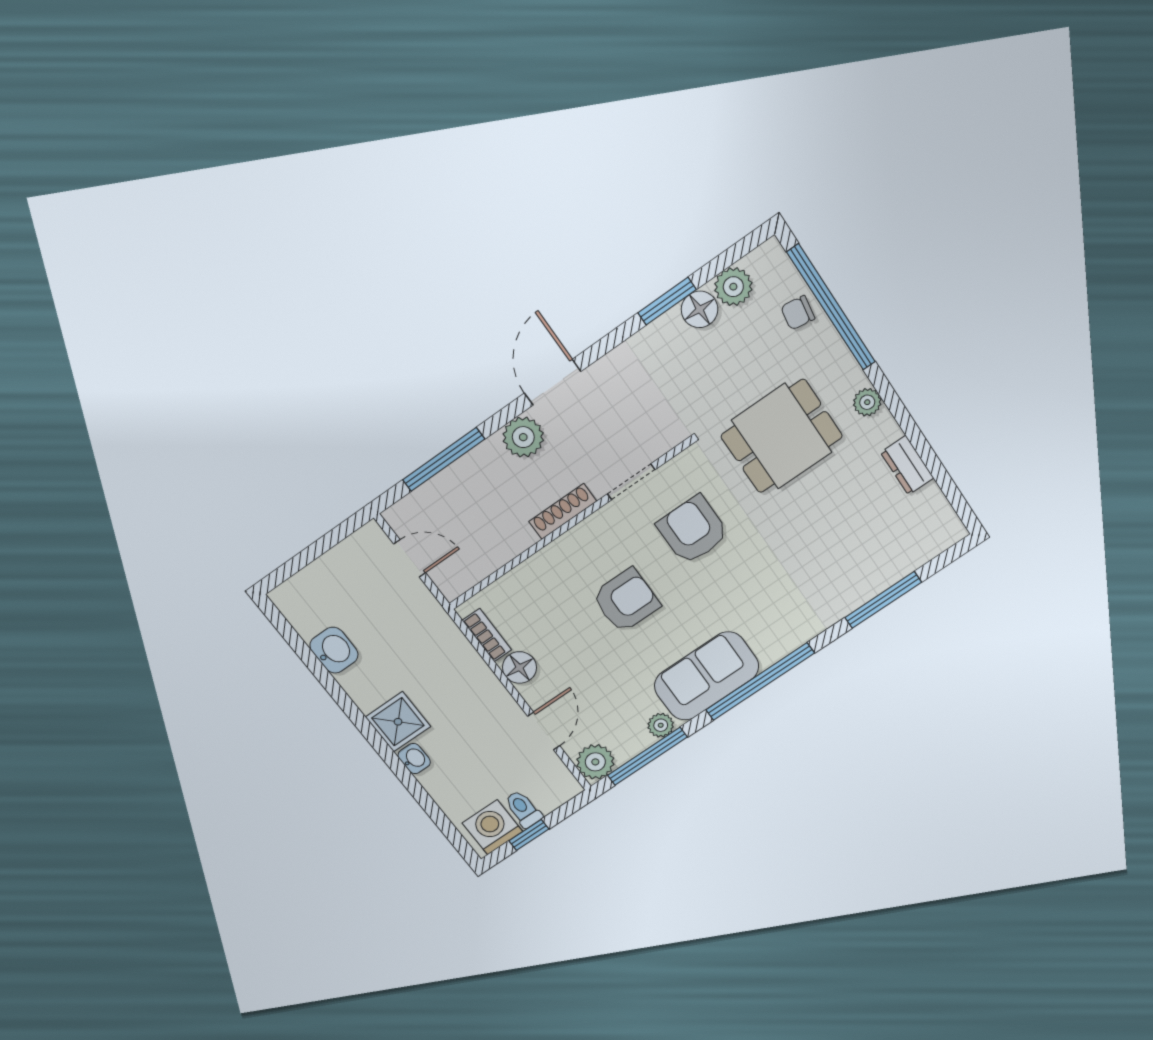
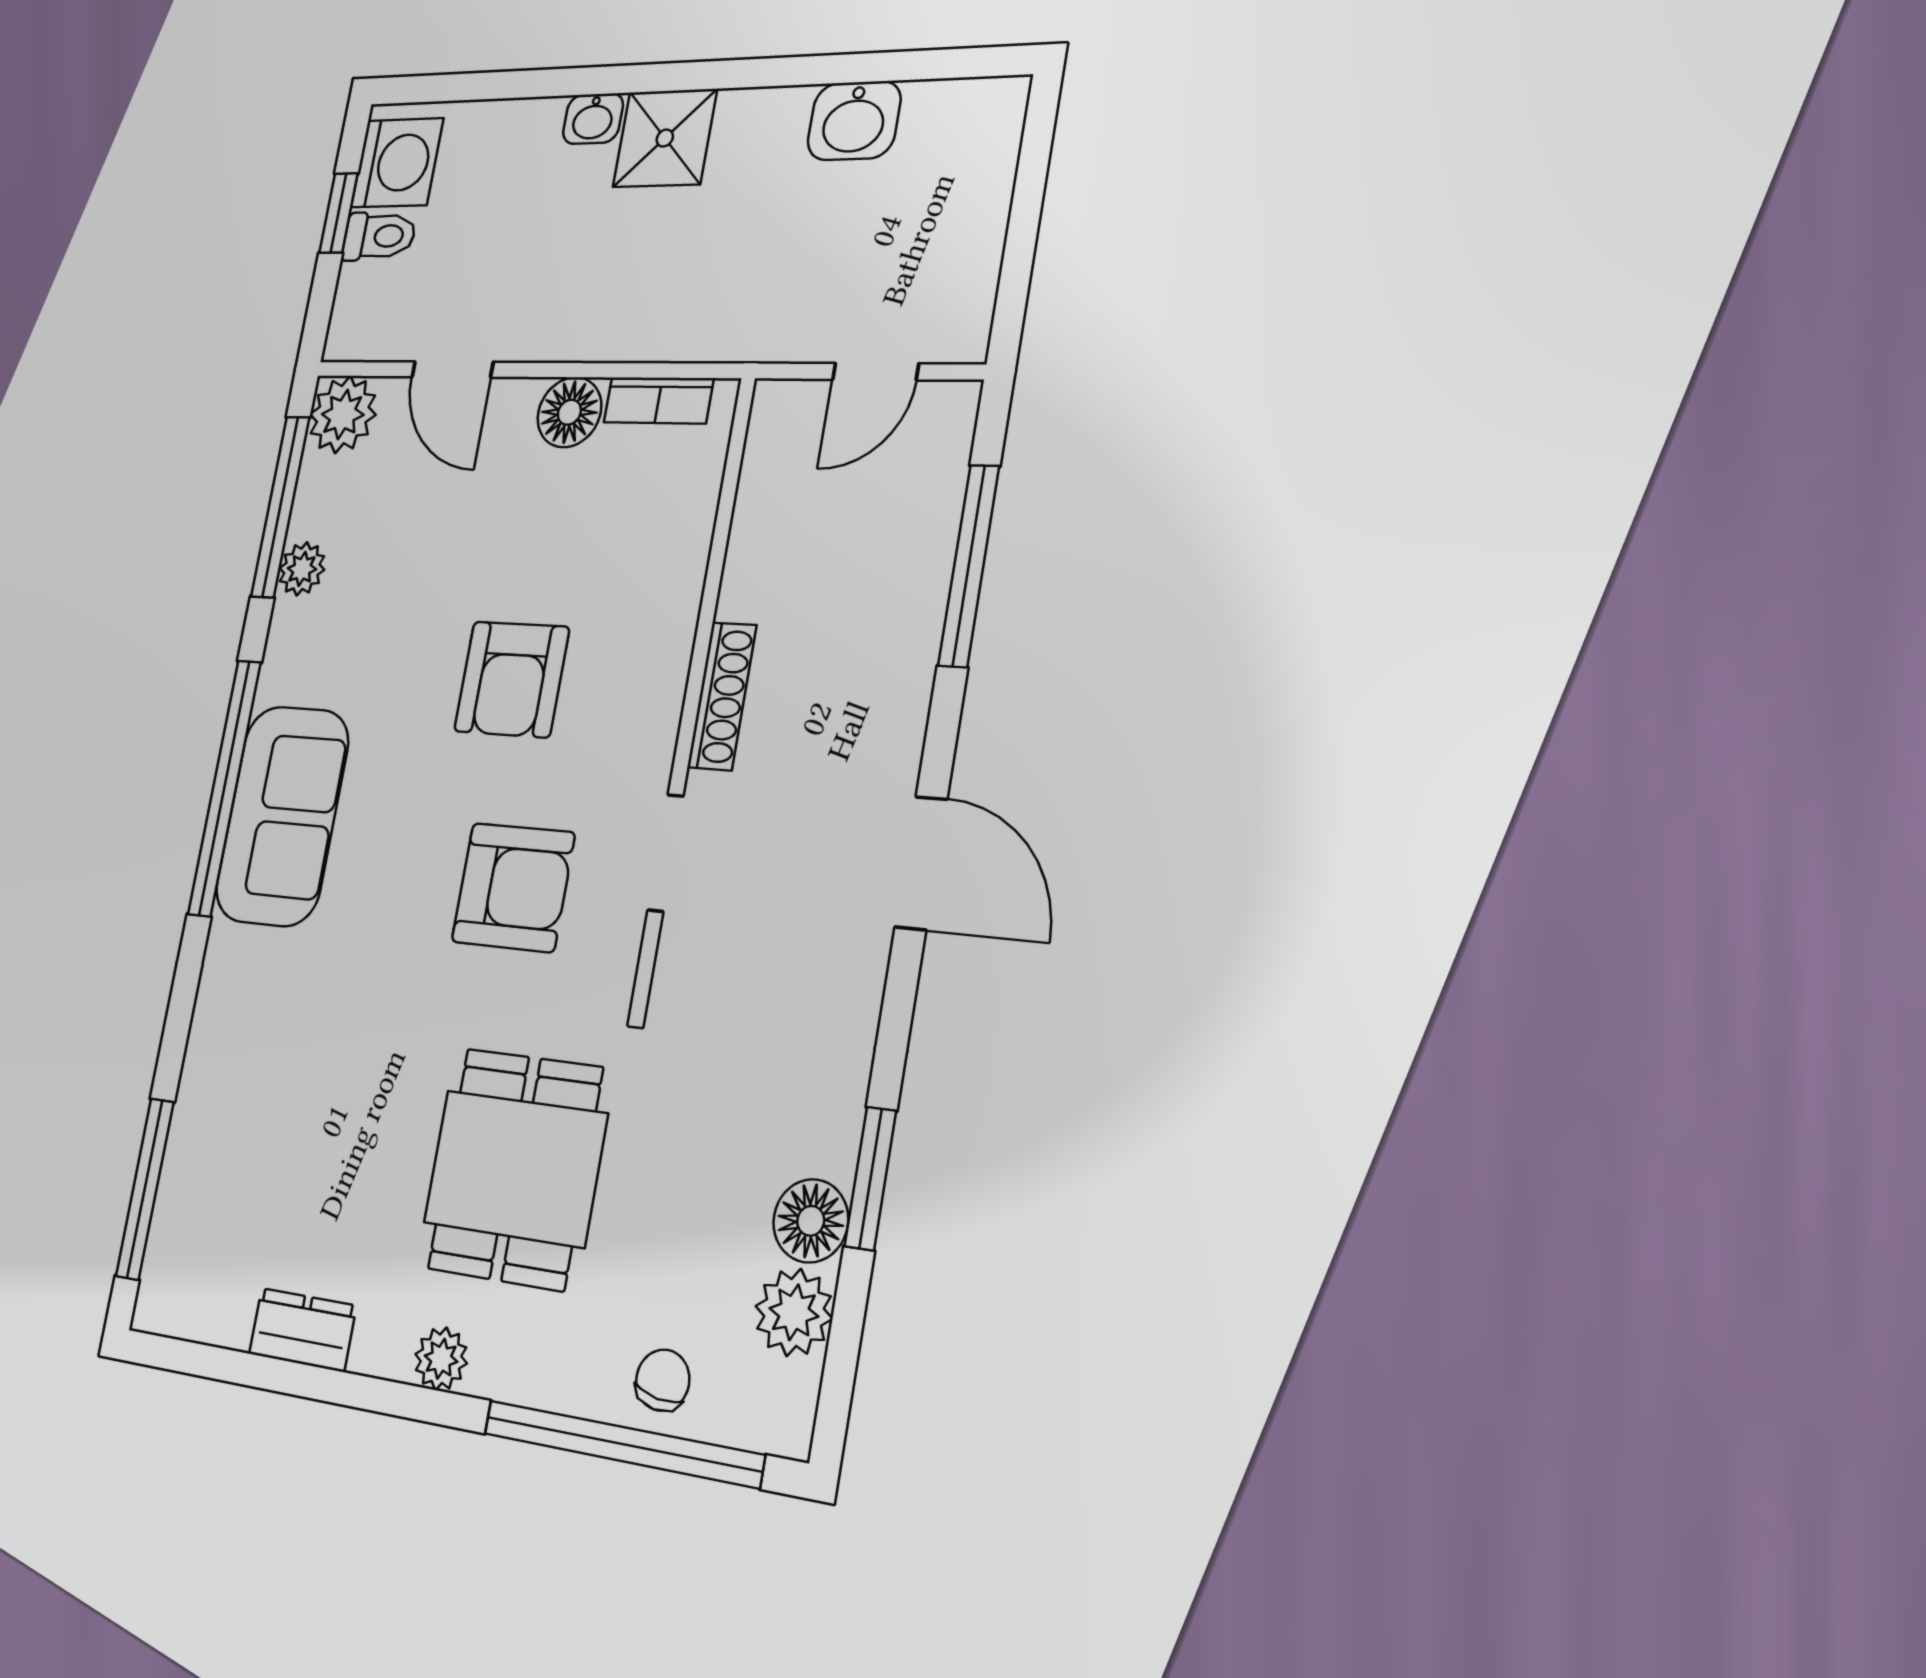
plant: (523, 437) -> (884, 734), removed
window: (883, 600) -> (145, 1189), moved
sofa: (706, 676) -> (282, 816), moved

